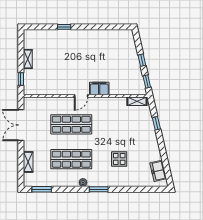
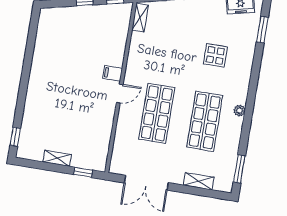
window: (64, 27) -> (15, 137), moved
filing cabinet: (99, 88) -> (113, 73), width x0.50
door: (81, 96) -> (120, 93), hinge flipped
window: (99, 189) -> (262, 30), moved

